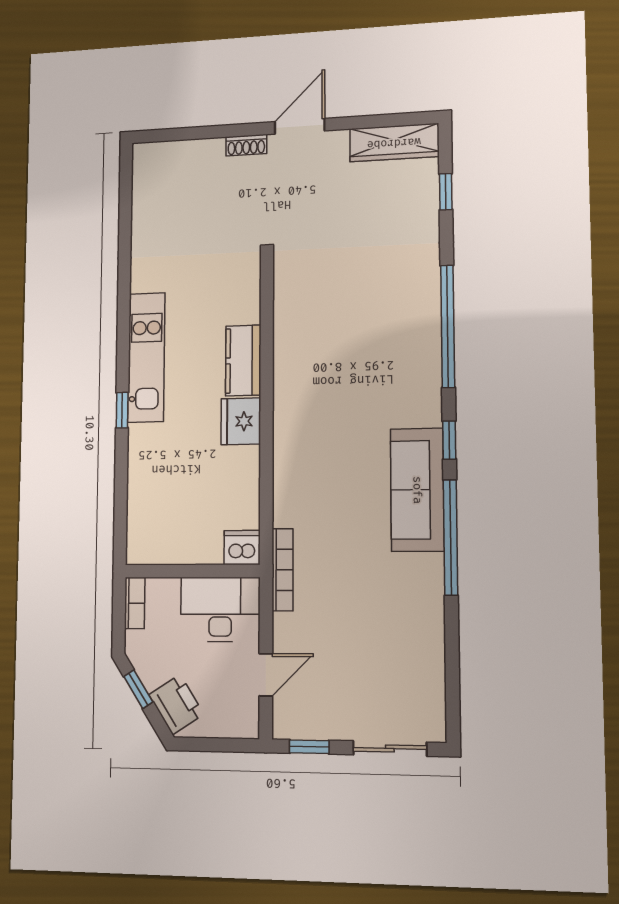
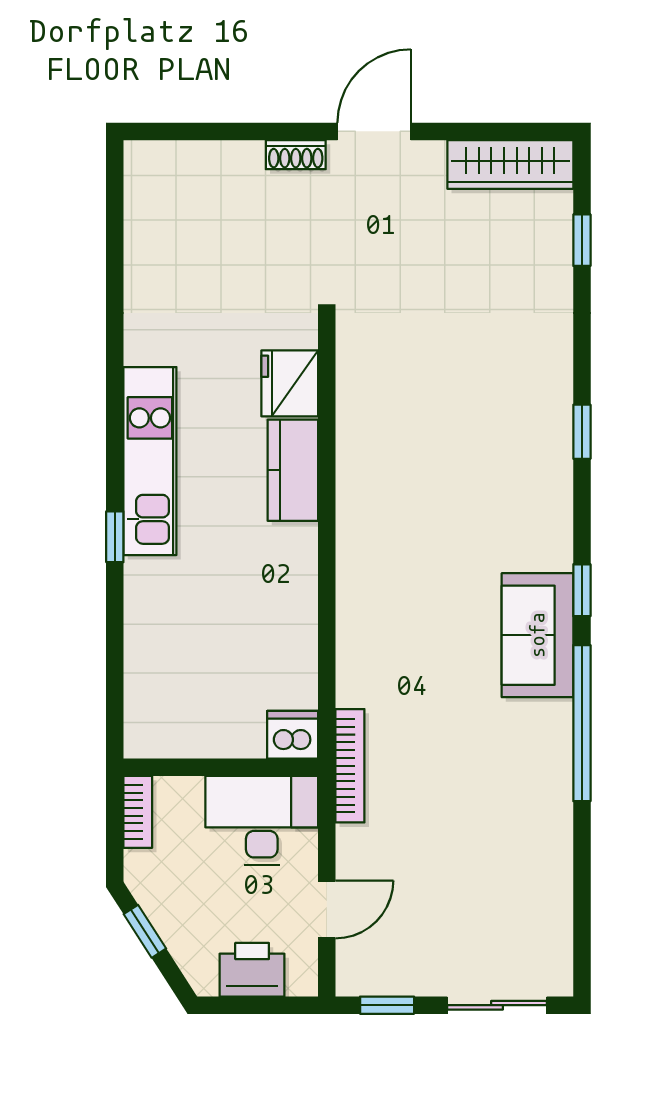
window: (448, 326) -> (582, 432), width x0.32
fridge: (241, 421) -> (290, 383), moved
sofa: (417, 490) -> (537, 635), width x0.73
printer: (176, 704) -> (252, 970), moved, turned -57

